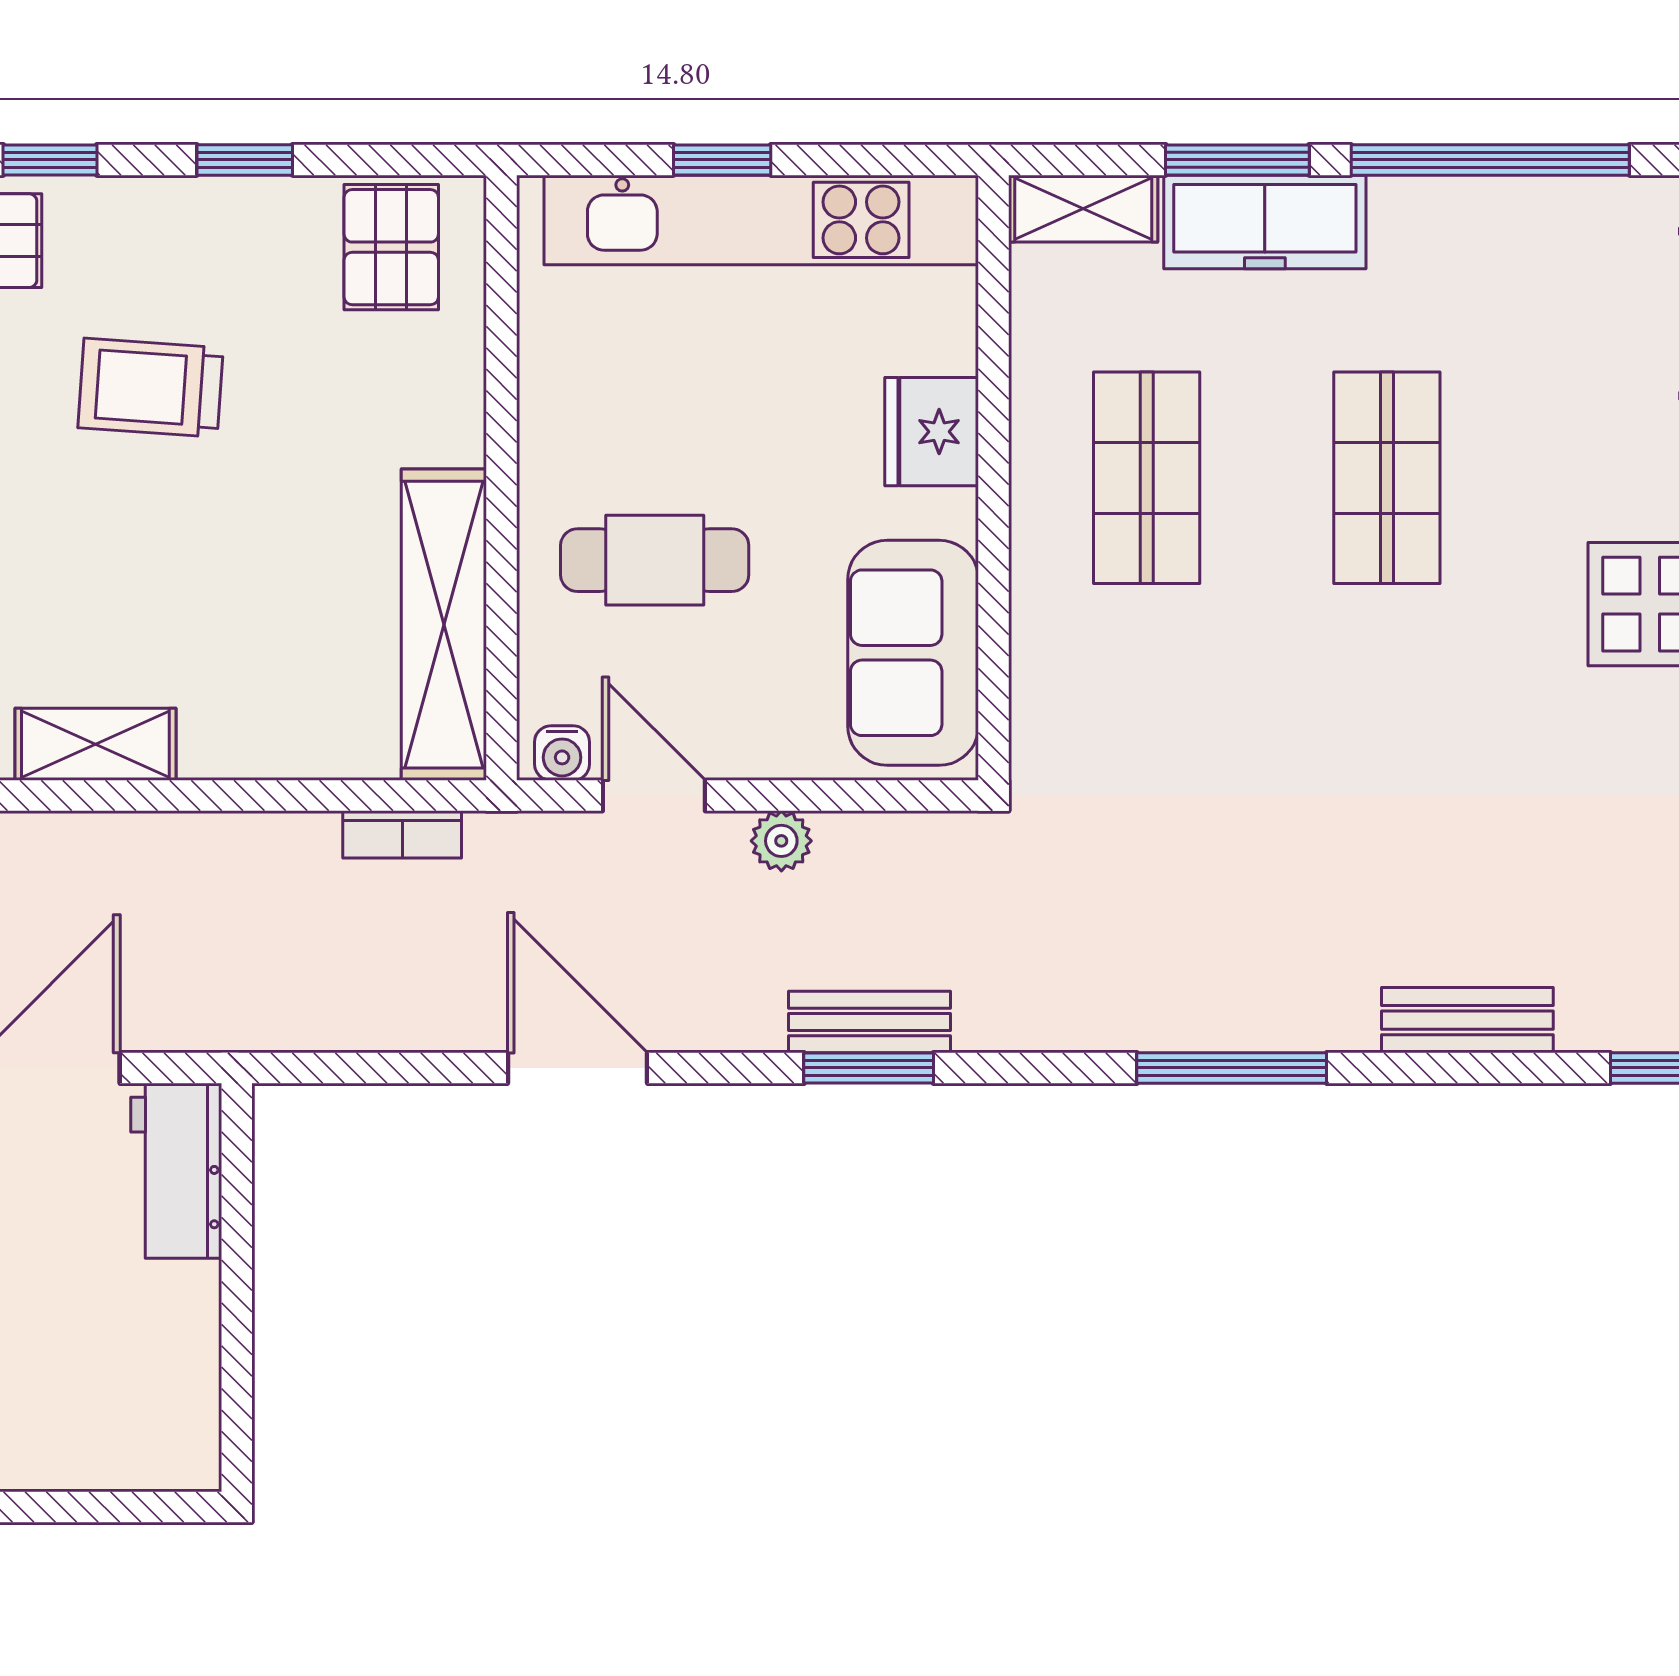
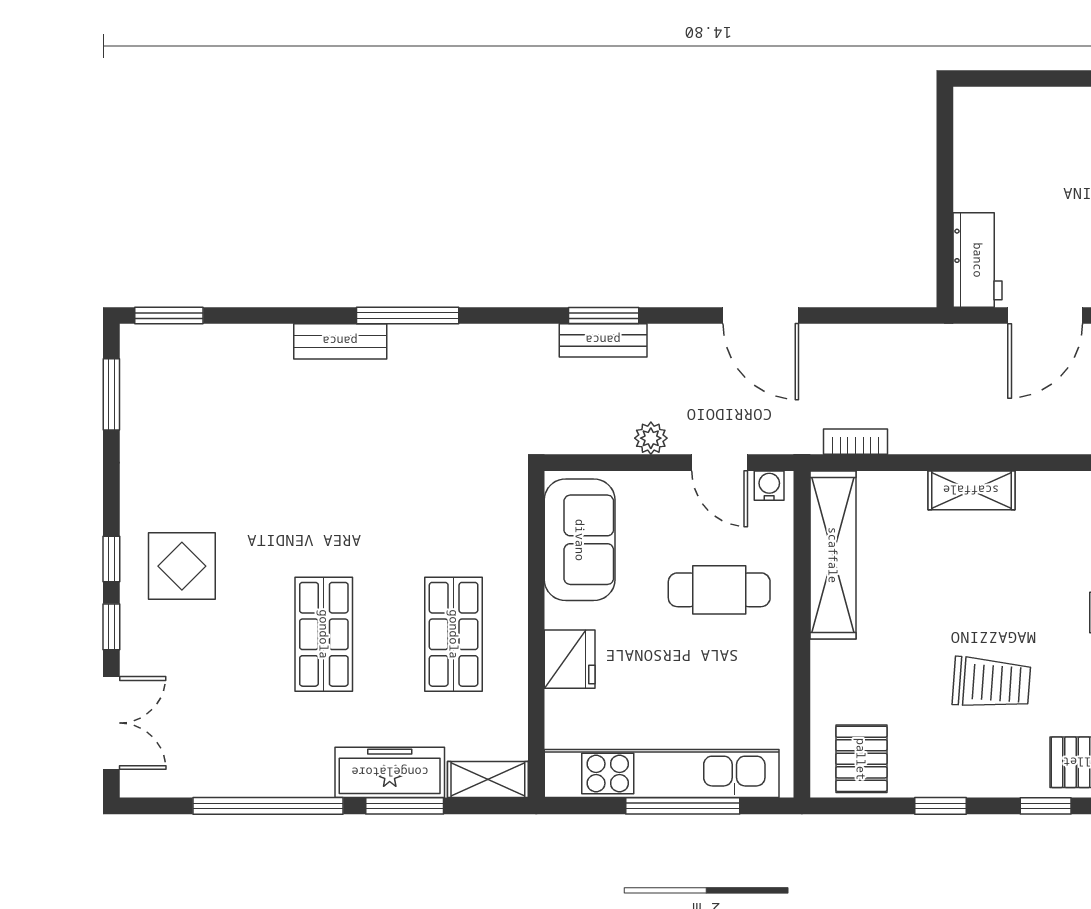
window: (722, 160) -> (683, 806), width x2.17
shelving: (95, 744) -> (971, 490), moved
bench: (1467, 1020) -> (340, 341), moved

